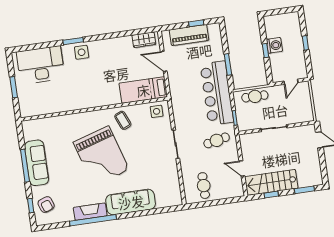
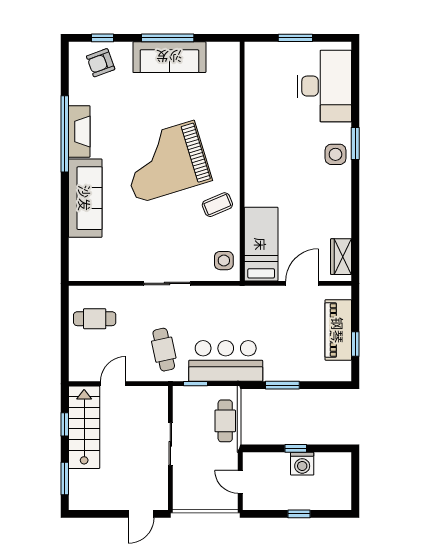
bar counter: (217, 93) -> (226, 361), width x0.73

